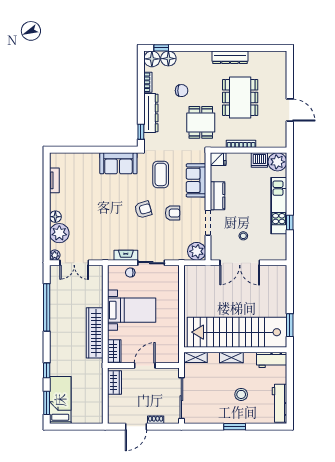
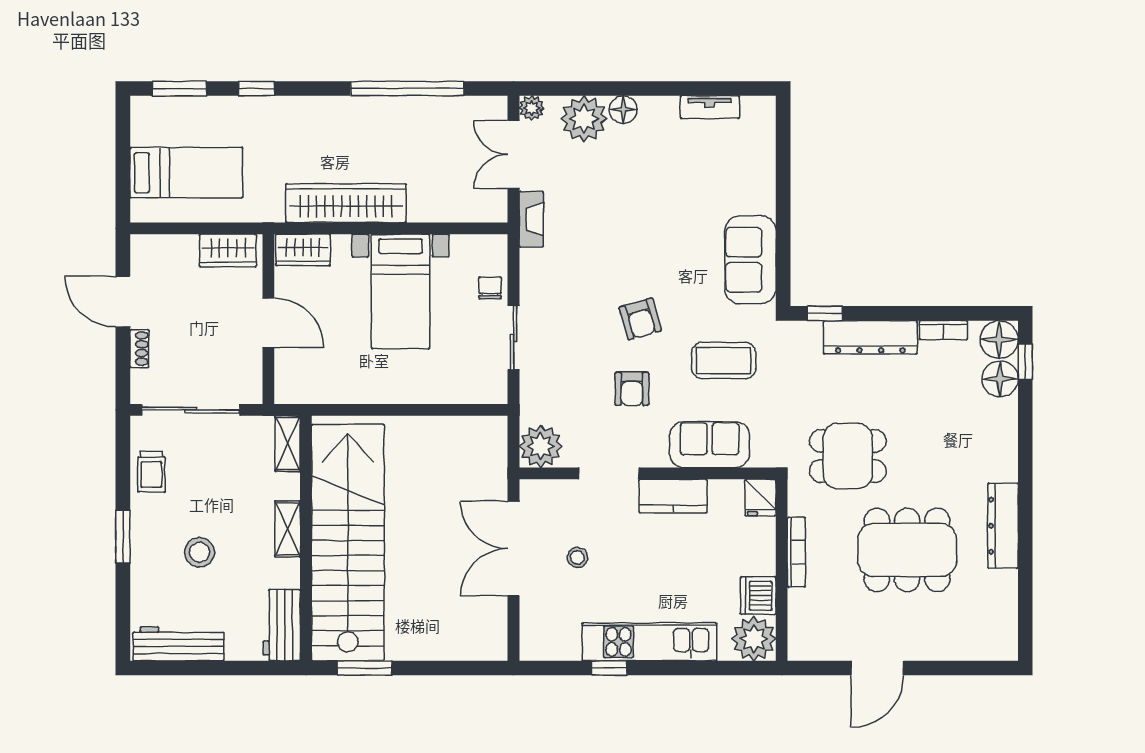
chair: (182, 91) -> (924, 410), removed
fireplace: (126, 255) -> (531, 219), moved
bed: (60, 400) -> (186, 173), moved
trolley: (207, 415) -> (151, 472), added

